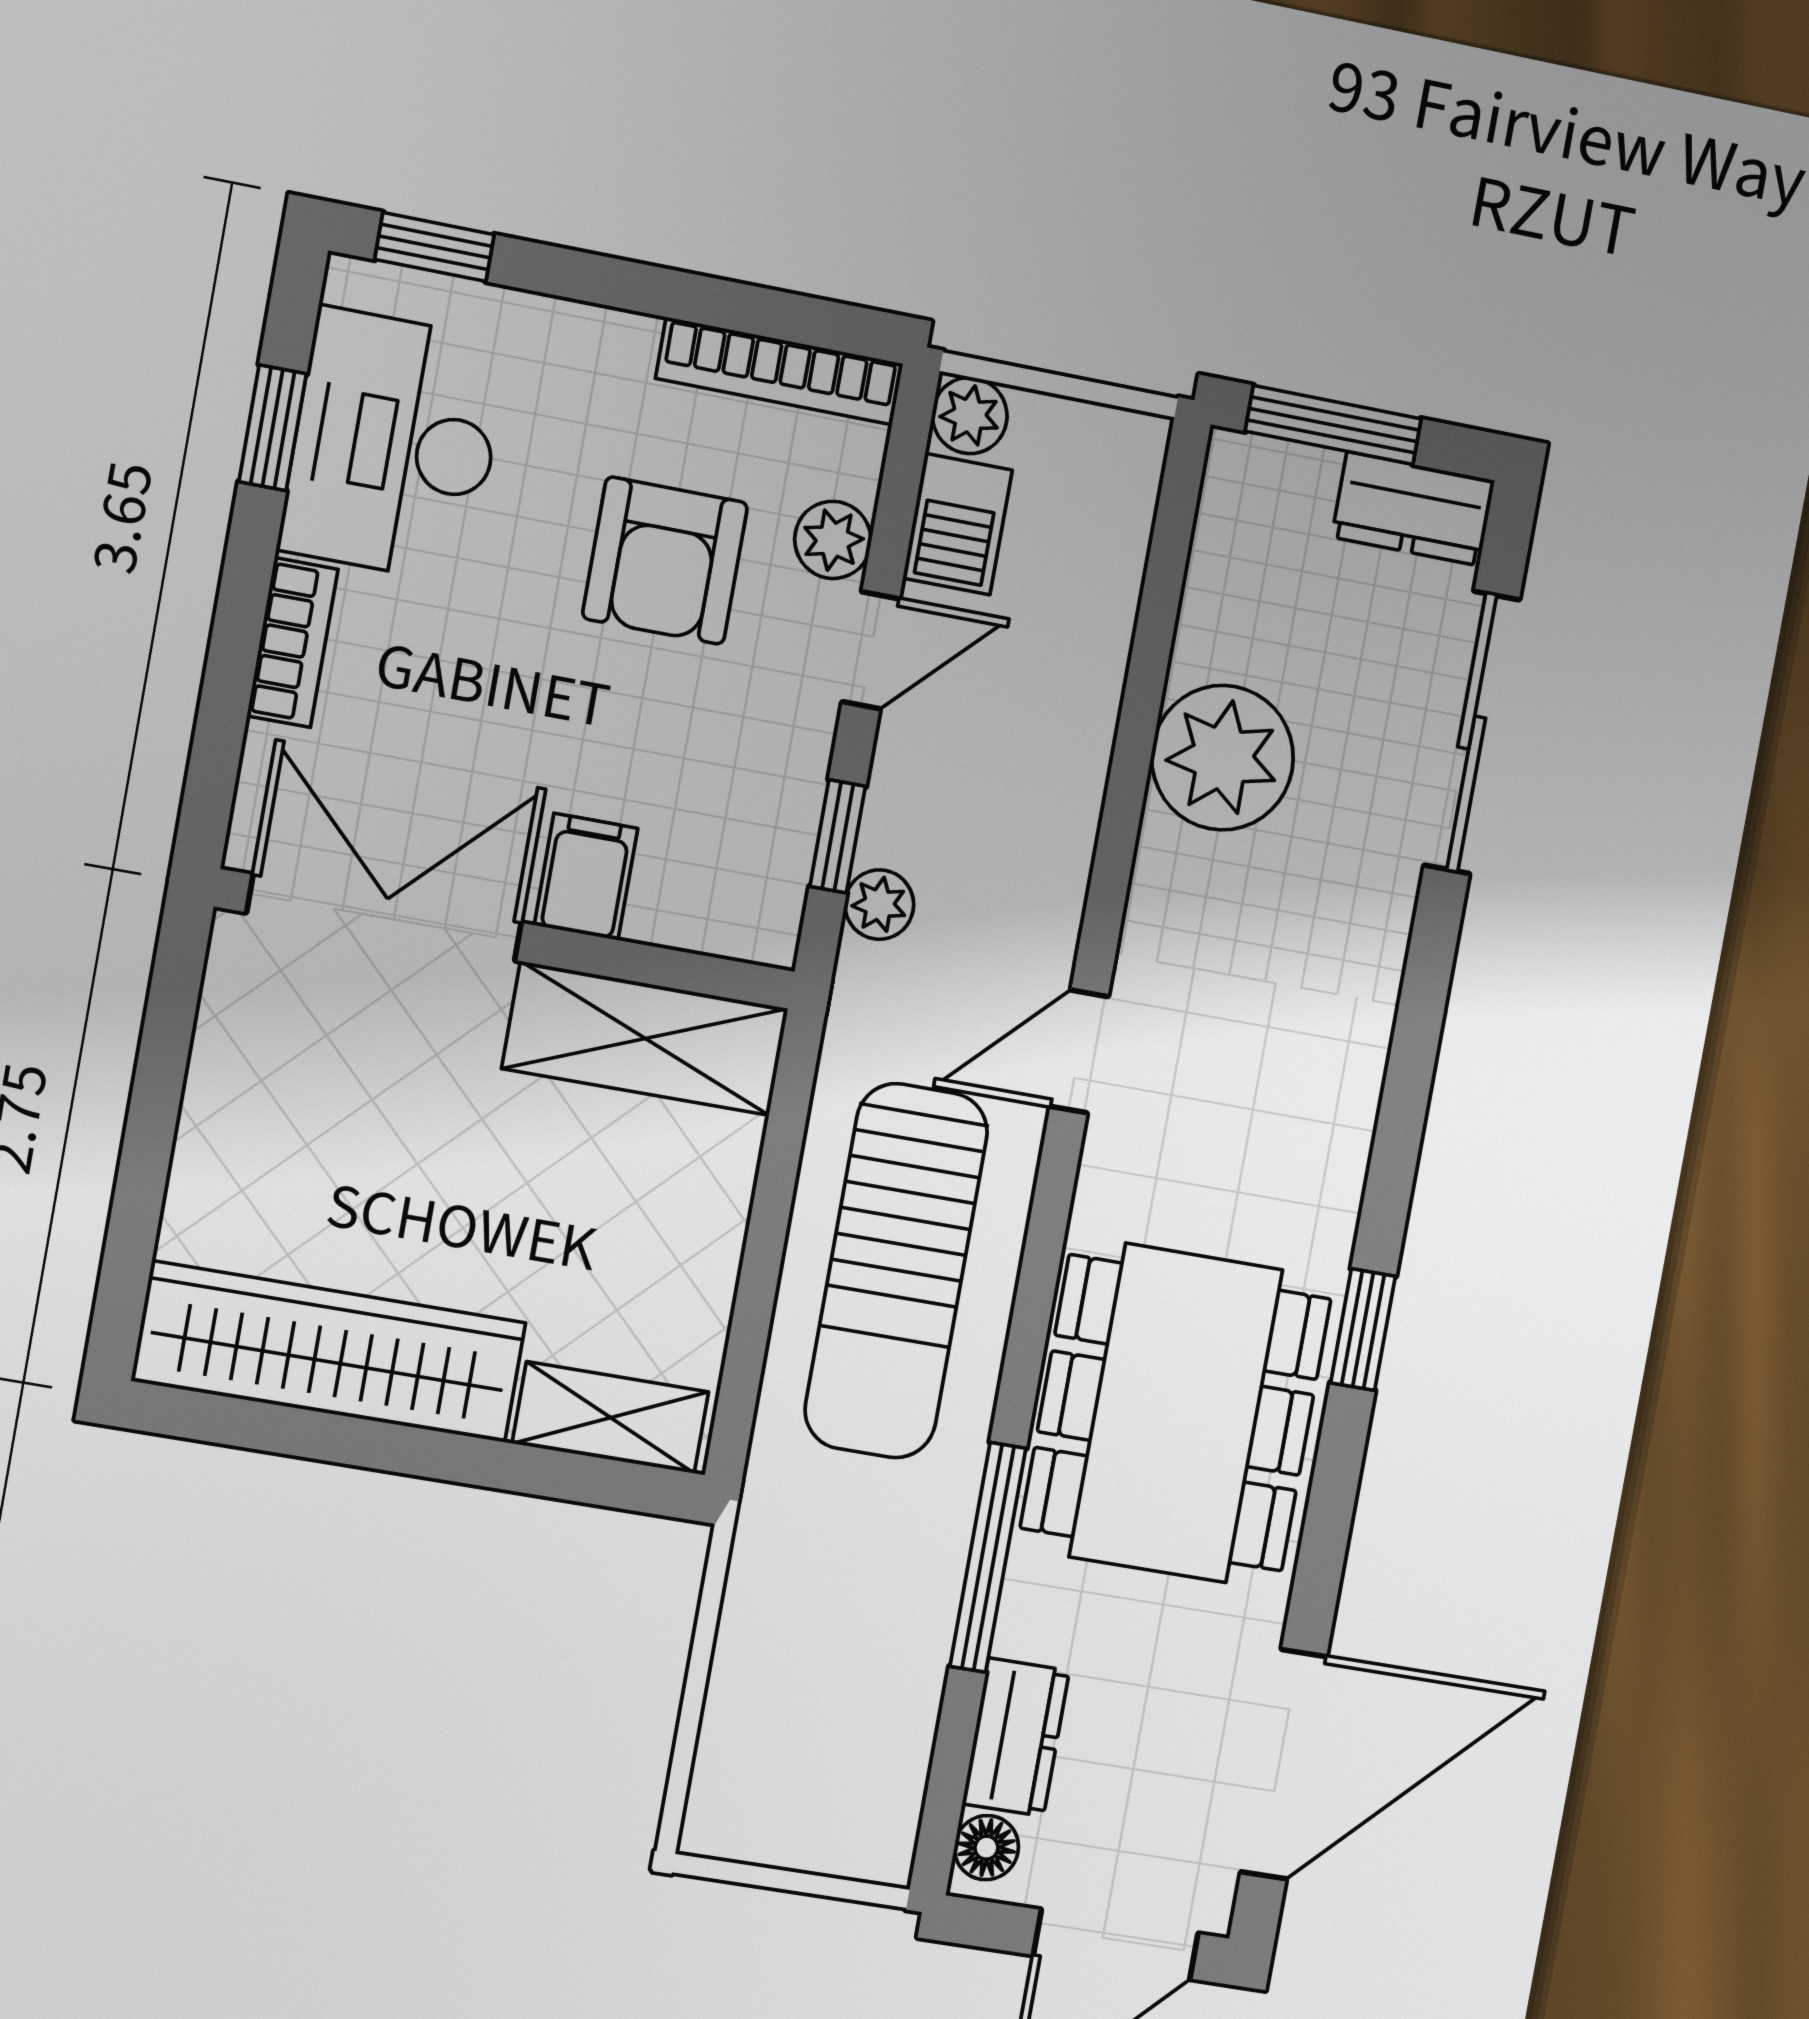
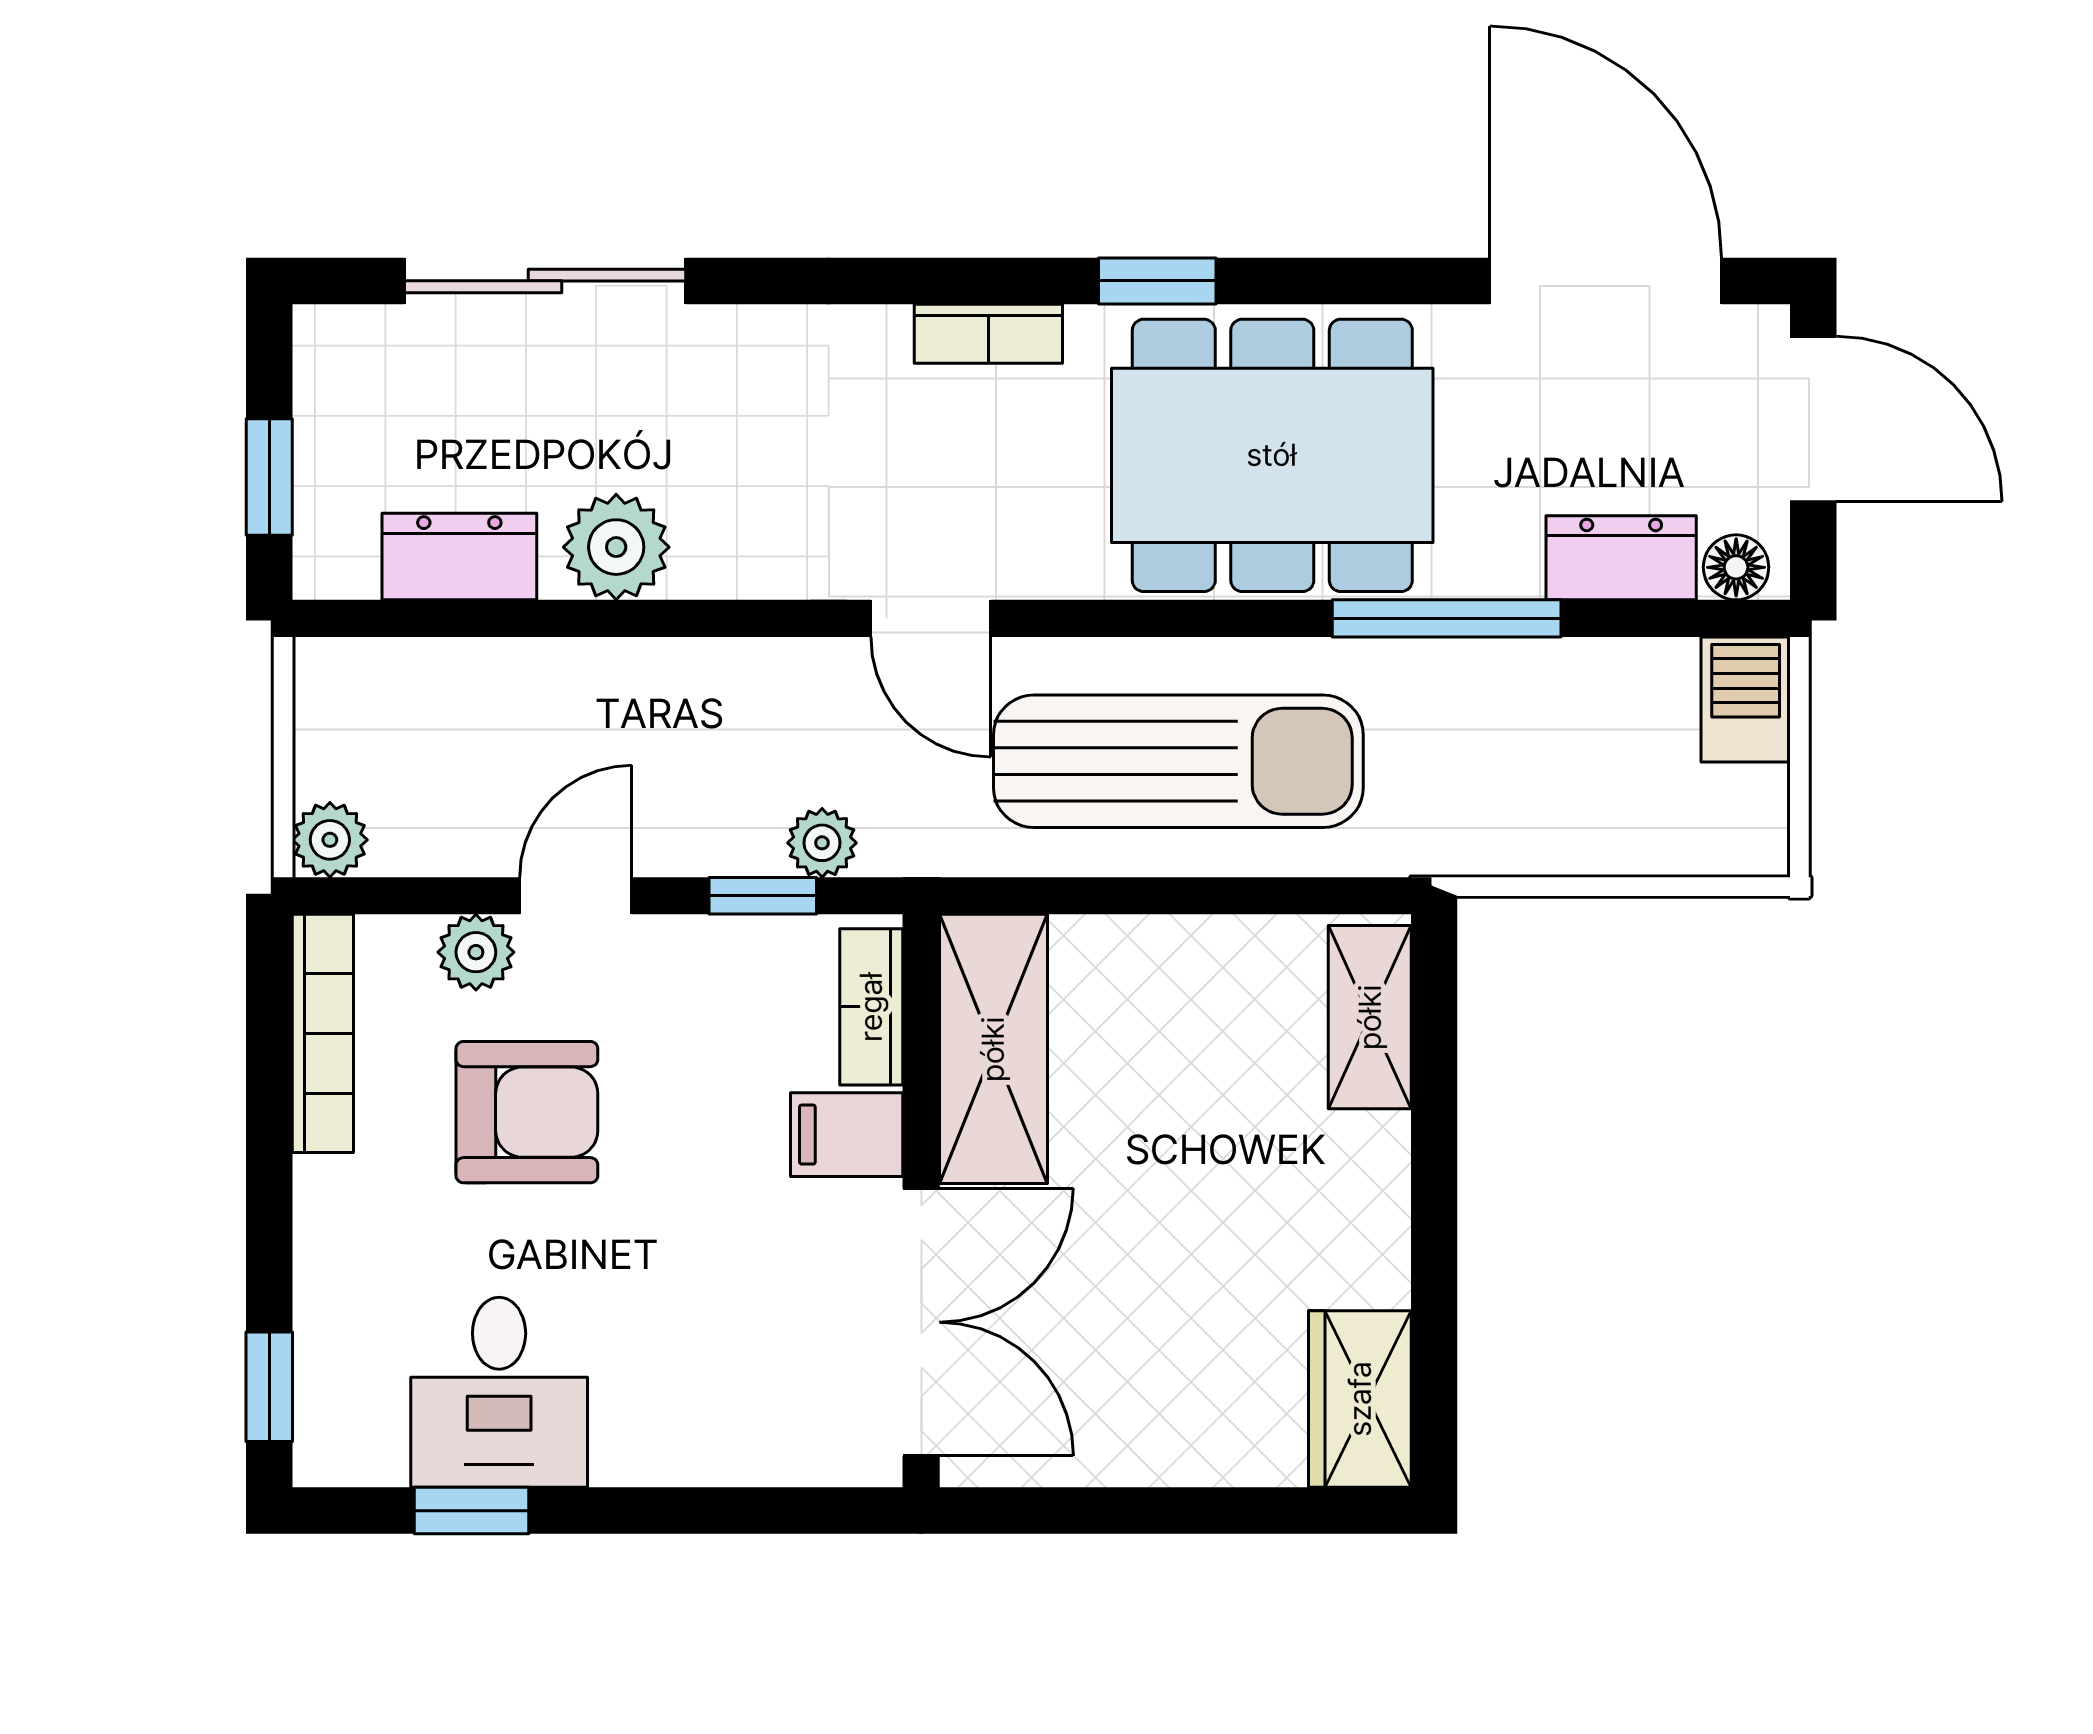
window: (1333, 425) -> (269, 477), width x0.67
desk: (394, 445) -> (499, 1392), width x0.73
dresser: (1413, 509) -> (459, 556), moved, turned -90
barbecue: (957, 524) -> (1746, 700), moved, turned -90
bookcase: (292, 643) -> (871, 1007), moved, turned -90
door: (871, 650) -> (576, 896), hinge flipped
plant: (1223, 758) -> (616, 547), width x0.73, depth x0.73
double door: (384, 918) -> (921, 1322), swing flipped
bookcase: (1343, 1156) -> (988, 334), added
wardrobe: (329, 1352) -> (1360, 1399), width x0.48, depth x0.85

